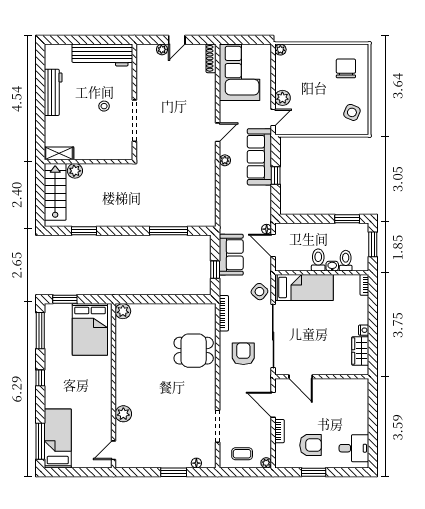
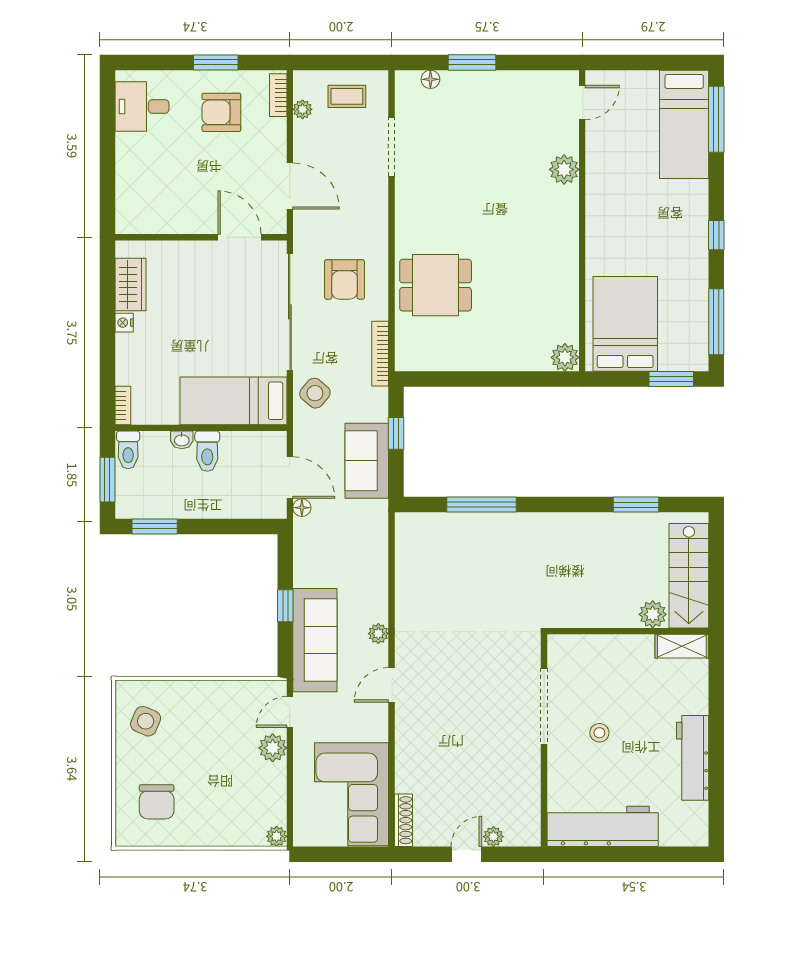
toilet: (346, 261) -> (128, 450), moved
bookcase: (279, 431) -> (278, 95), moved
plant: (266, 463) -> (303, 109), moved

